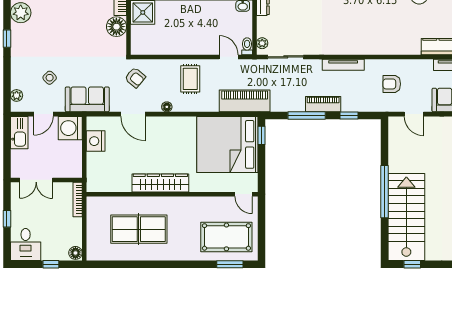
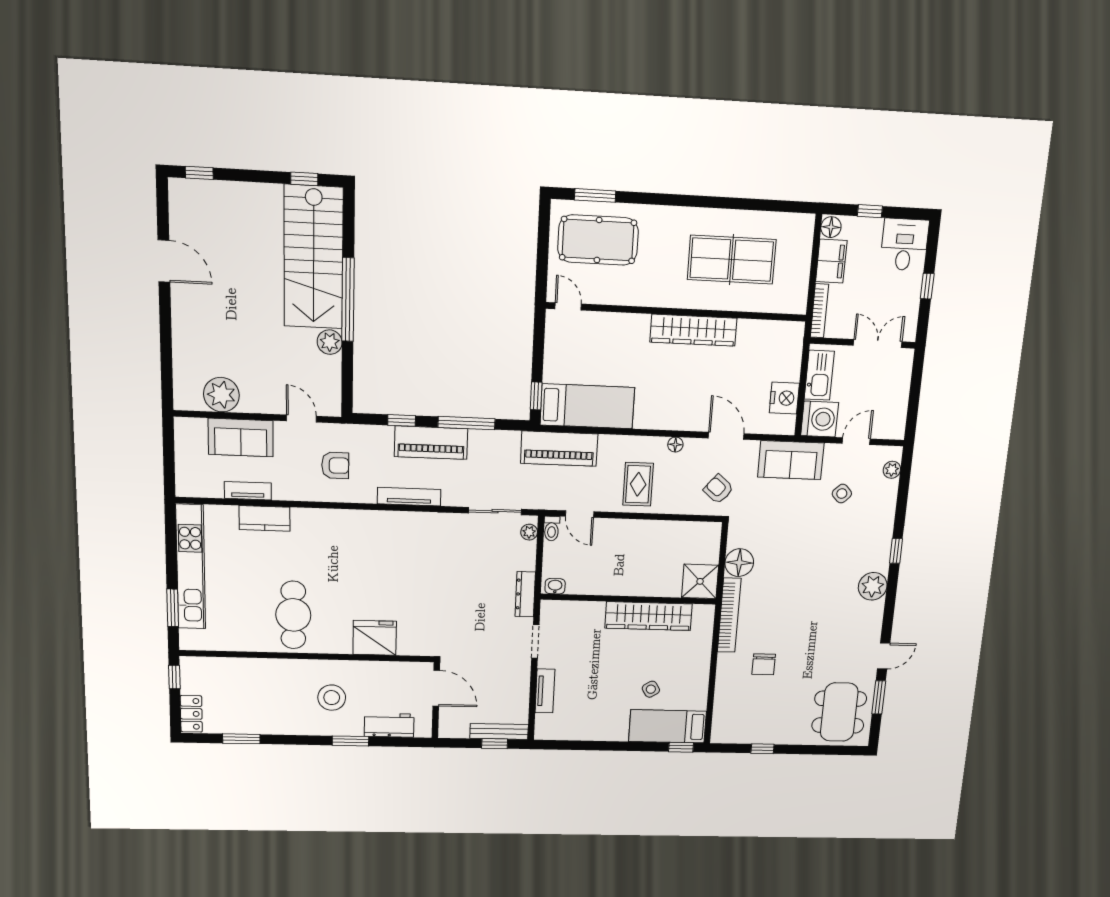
piano: (323, 104) -> (431, 443), width x1.37, depth x1.33
kitchen sink: (19, 133) -> (819, 375), moved, turned 180
bed: (227, 144) -> (587, 406), width x0.49
plant: (396, 164) -> (330, 342), added
filing cabinet: (73, 232) -> (831, 261), added

